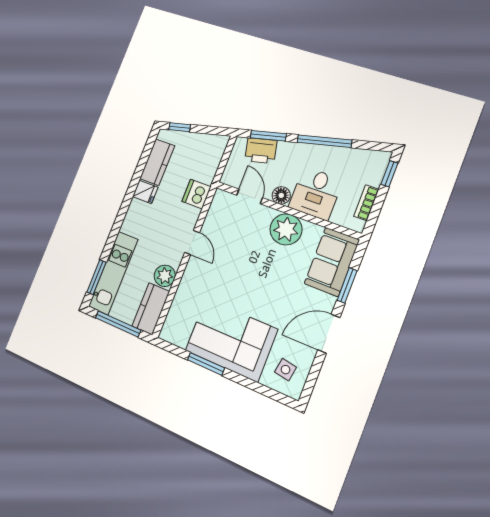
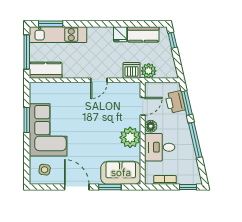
plant: (165, 276) -> (149, 71), moved

